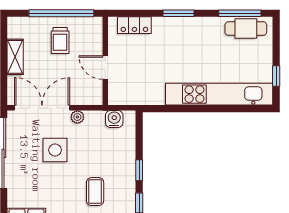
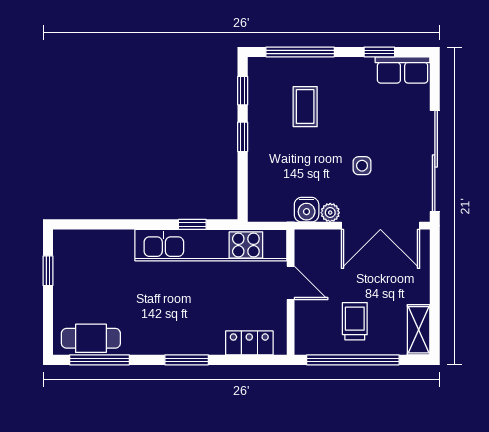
shelving: (15, 57) -> (419, 330), moved
kitchen unit: (219, 94) -> (211, 245), moved
window: (175, 109) -> (192, 224), added
water cooler: (114, 119) -> (307, 210), moved
side table: (55, 150) -> (362, 166), width x0.54, depth x0.54

